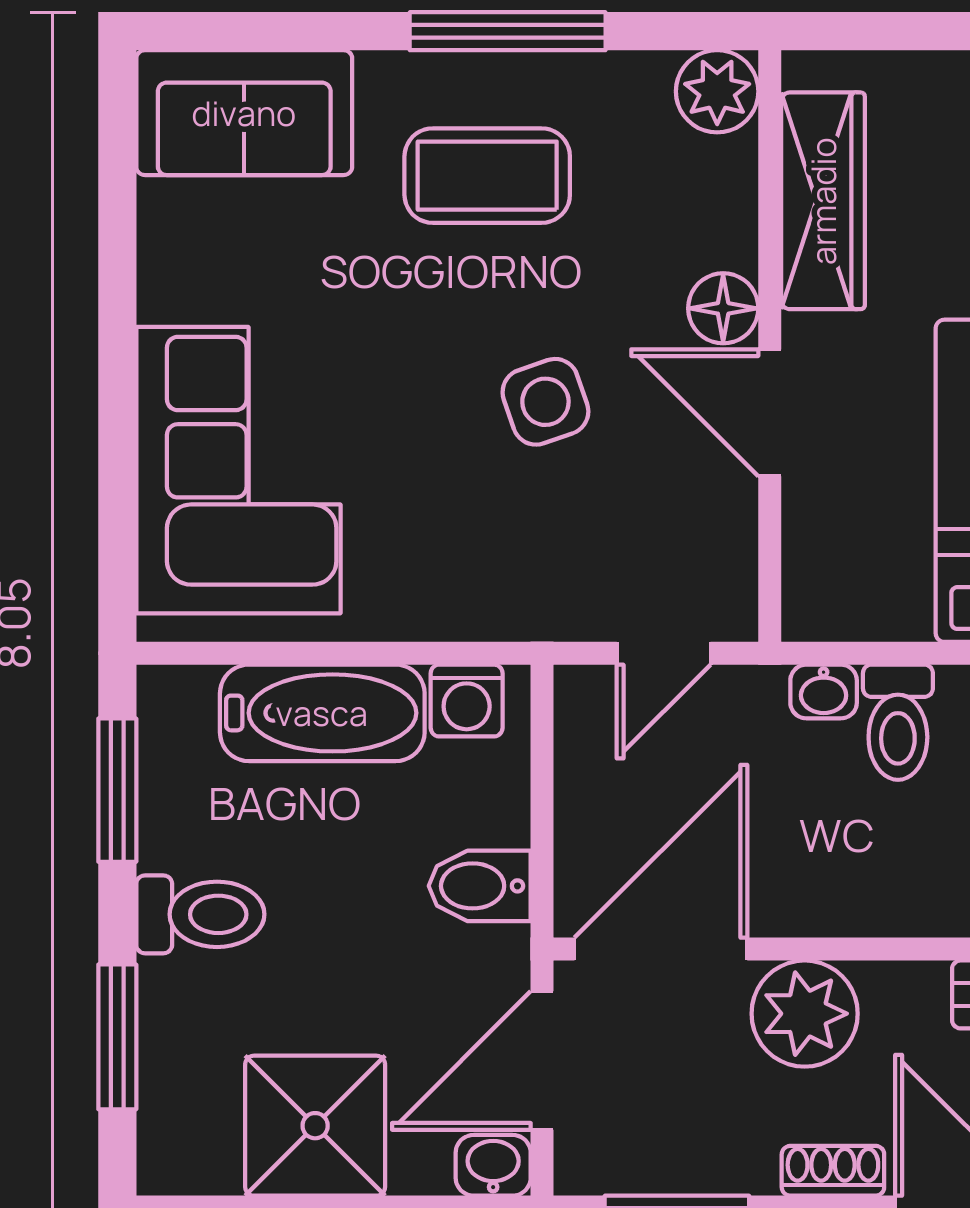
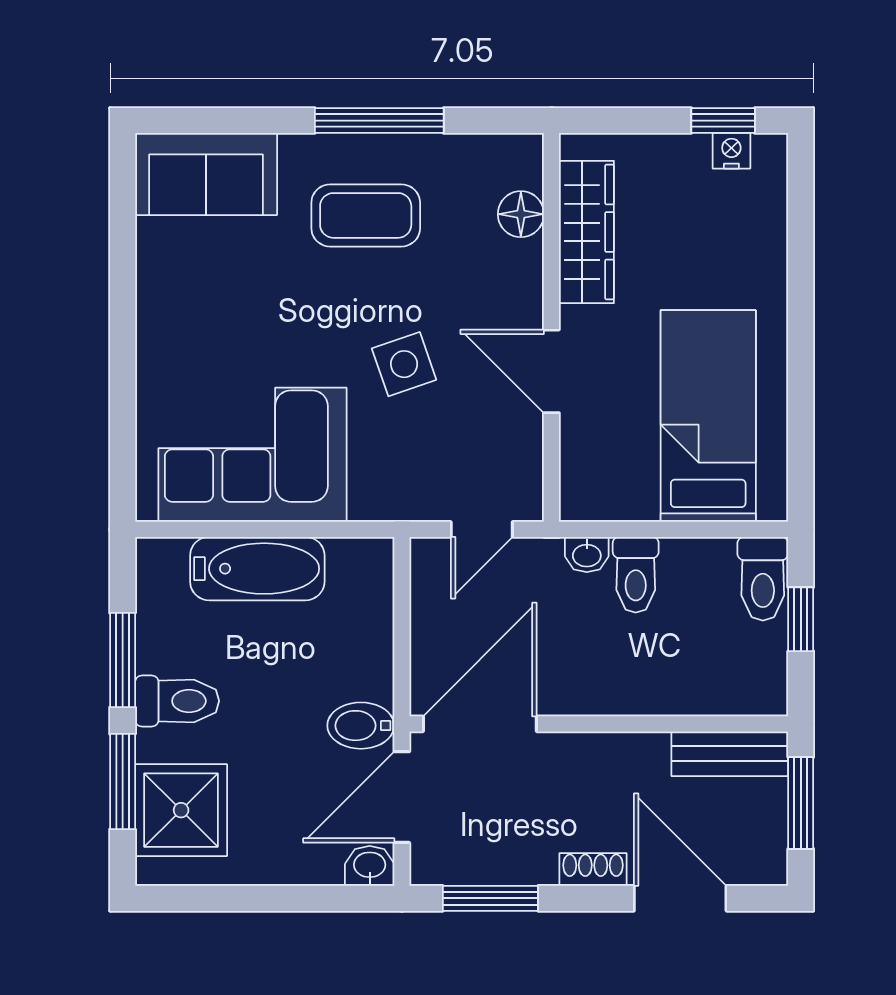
plant: (717, 91) -> (517, 160), removed
floor lamp: (723, 308) -> (521, 214), moved
corner sofa: (238, 470) -> (252, 455), moved, turned -90
washing machine: (467, 701) -> (352, 560), removed
window: (117, 790) -> (123, 660), moved
bidet: (480, 886) -> (361, 726), moved
plant: (805, 1014) -> (574, 766), removed
shower: (315, 1126) -> (181, 810), moved

